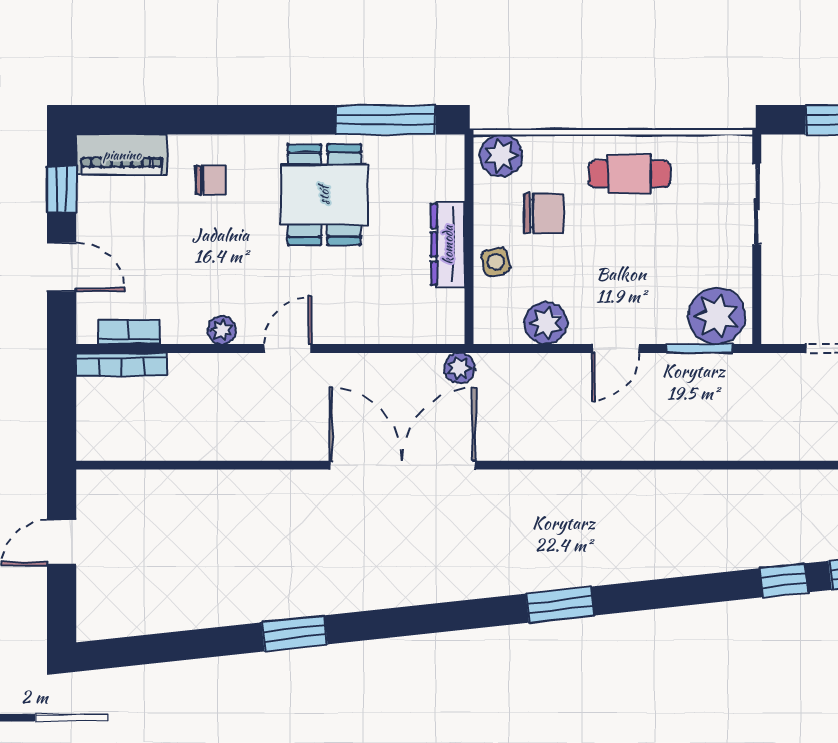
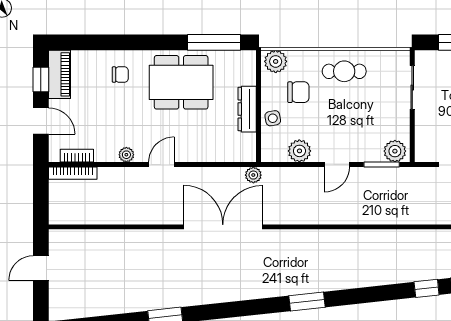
piano: (122, 155) -> (59, 74), moved, turned -90
dining table: (324, 195) -> (181, 82), width x1.38
plant: (717, 316) -> (395, 151), width x0.73, depth x0.73

